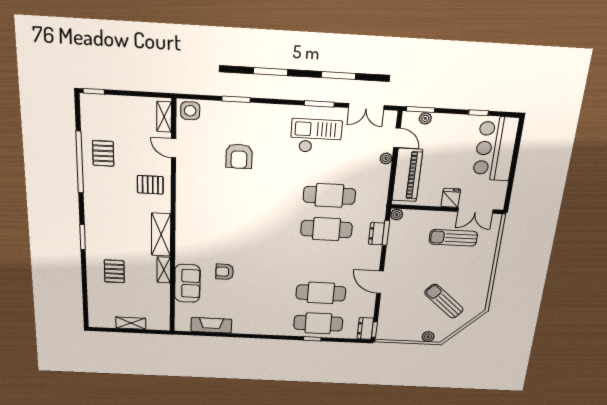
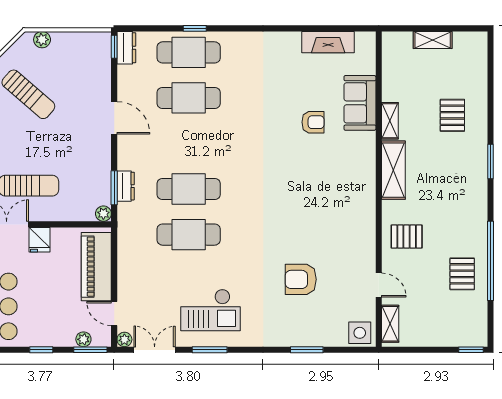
window: (478, 113) -> (41, 350), moved
armchair: (239, 156) -> (301, 279), turned -90
plant: (386, 158) -> (124, 339), moved

